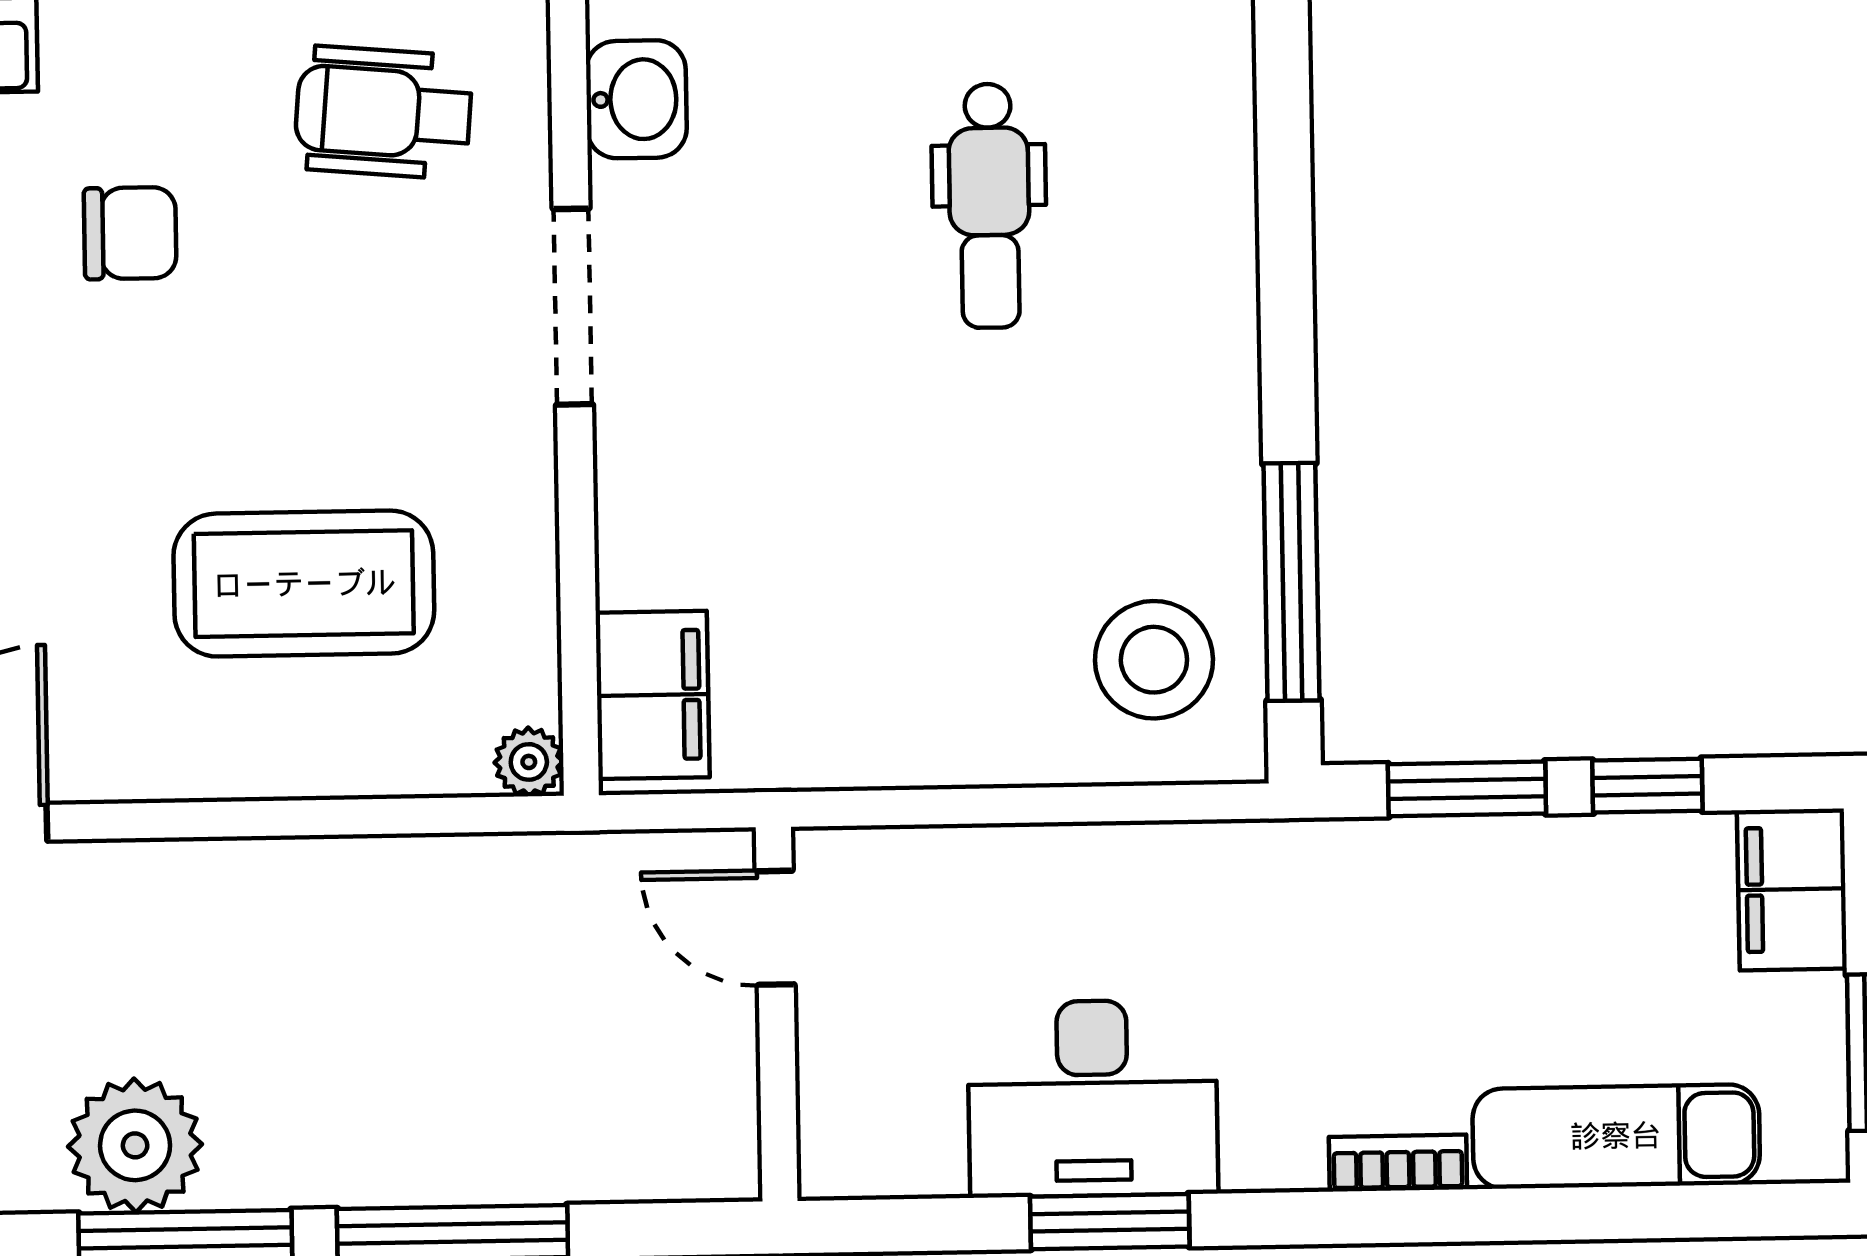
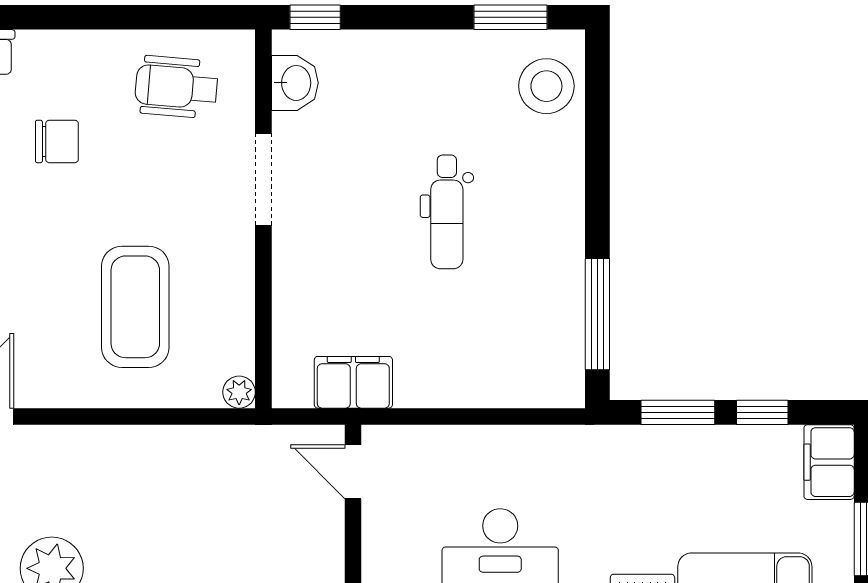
dental chair: (989, 206) -> (447, 212), moved
coffee table: (304, 584) -> (135, 307), turned 90
stool: (1154, 660) -> (546, 86), moved
filing cabinet: (653, 695) -> (353, 382), moved, turned -90

